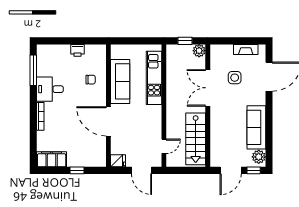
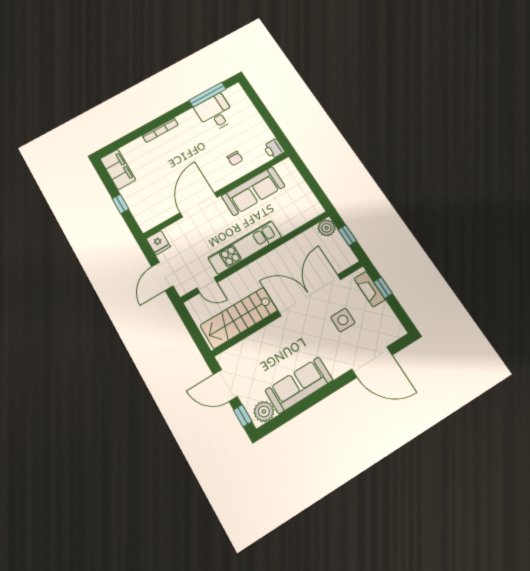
window: (230, 41) -> (383, 288), added
printer: (77, 50) -> (274, 149), moved
fireplace: (246, 50) -> (370, 289), moved
plant: (199, 51) -> (327, 228), moved
kitchen unit: (154, 78) -> (245, 247), moved
double door: (208, 88) -> (310, 295), width x1.36
desk: (50, 89) -> (215, 113), moved

